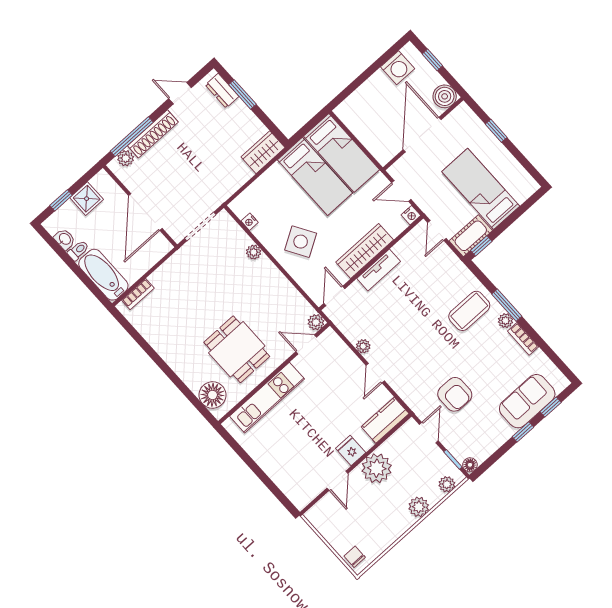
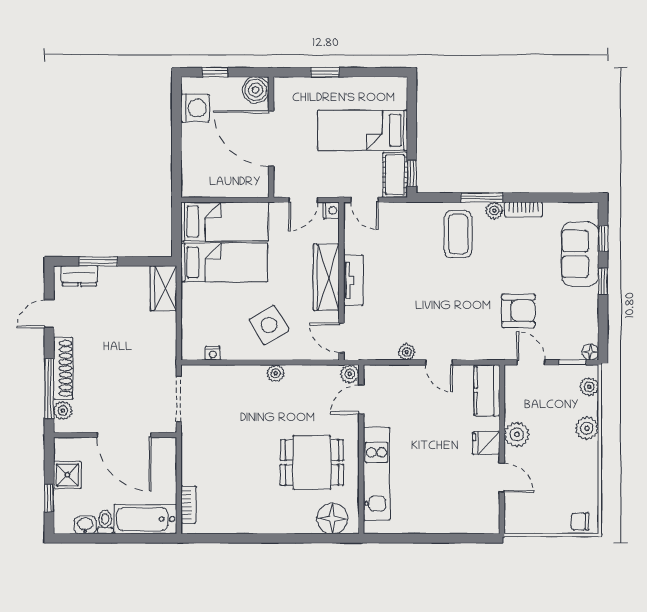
plant: (254, 252) -> (276, 373), moved
plant: (377, 468) -> (517, 434), width x0.73, depth x0.73

